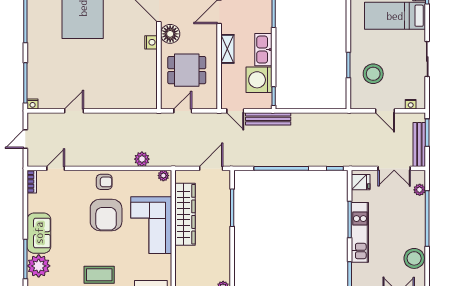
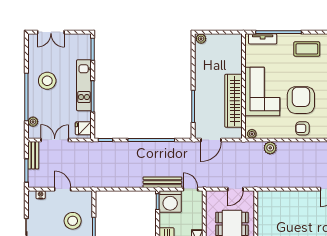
washing machine: (259, 80) -> (170, 202), moved, turned 90
bench: (419, 144) -> (33, 155), width x0.73
stool: (414, 258) -> (47, 81), moved

